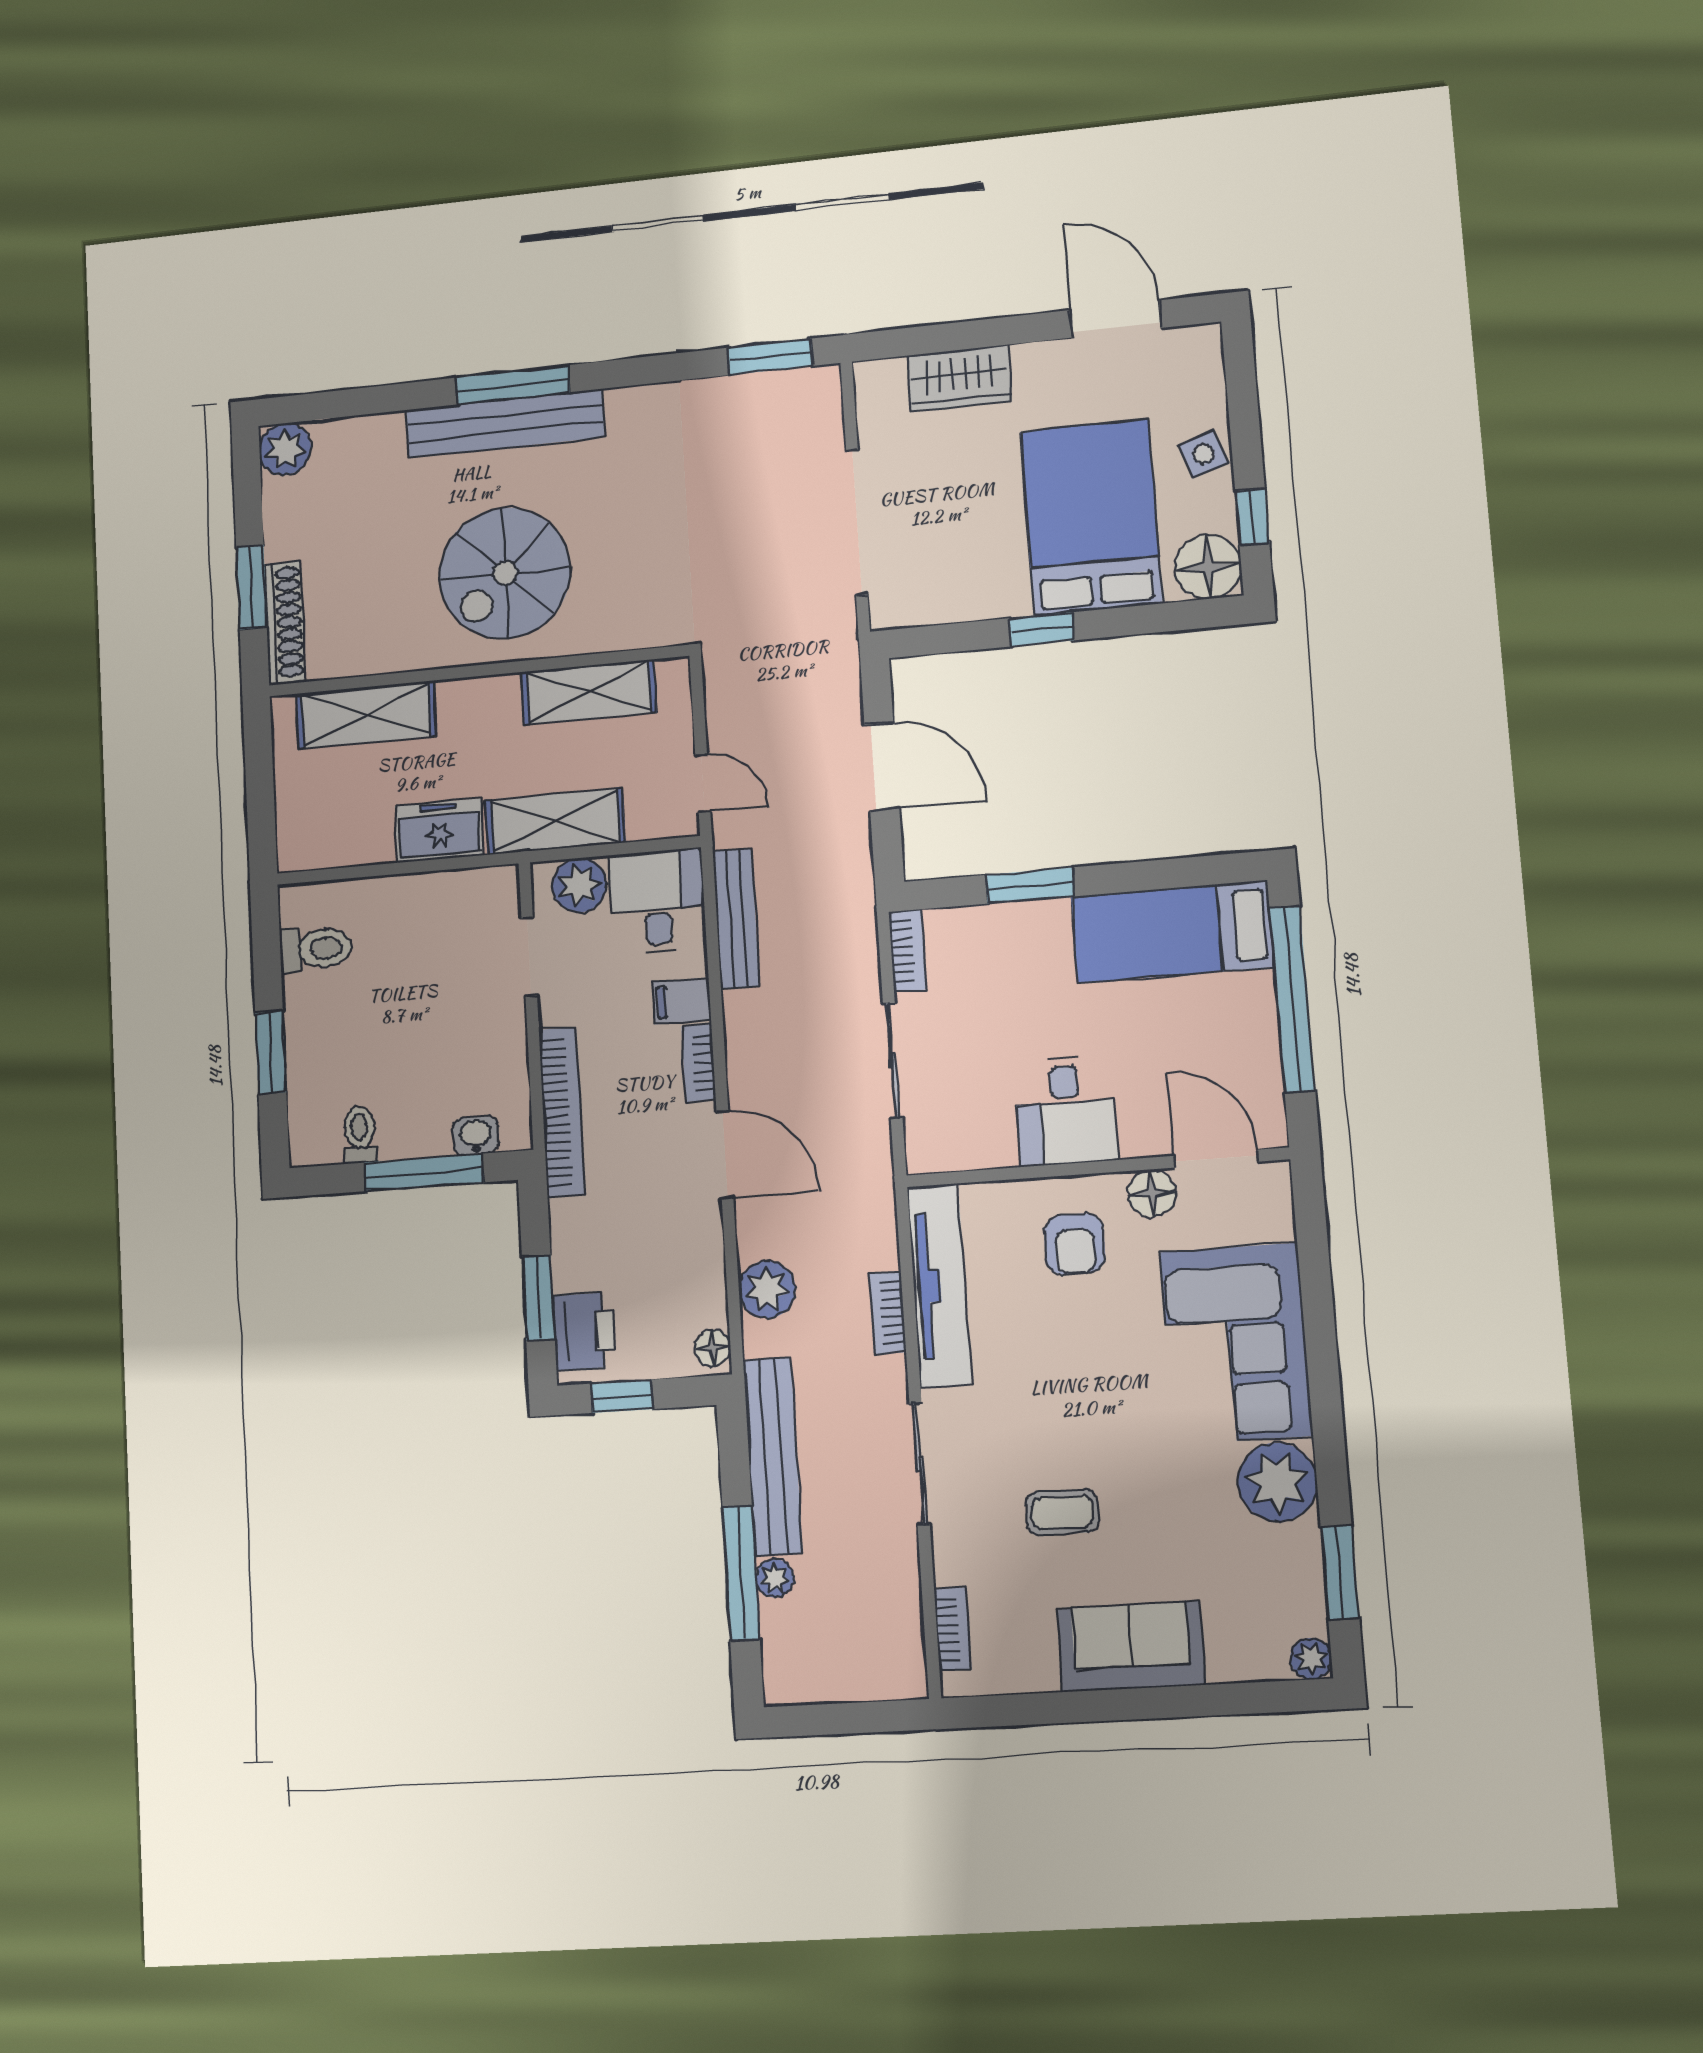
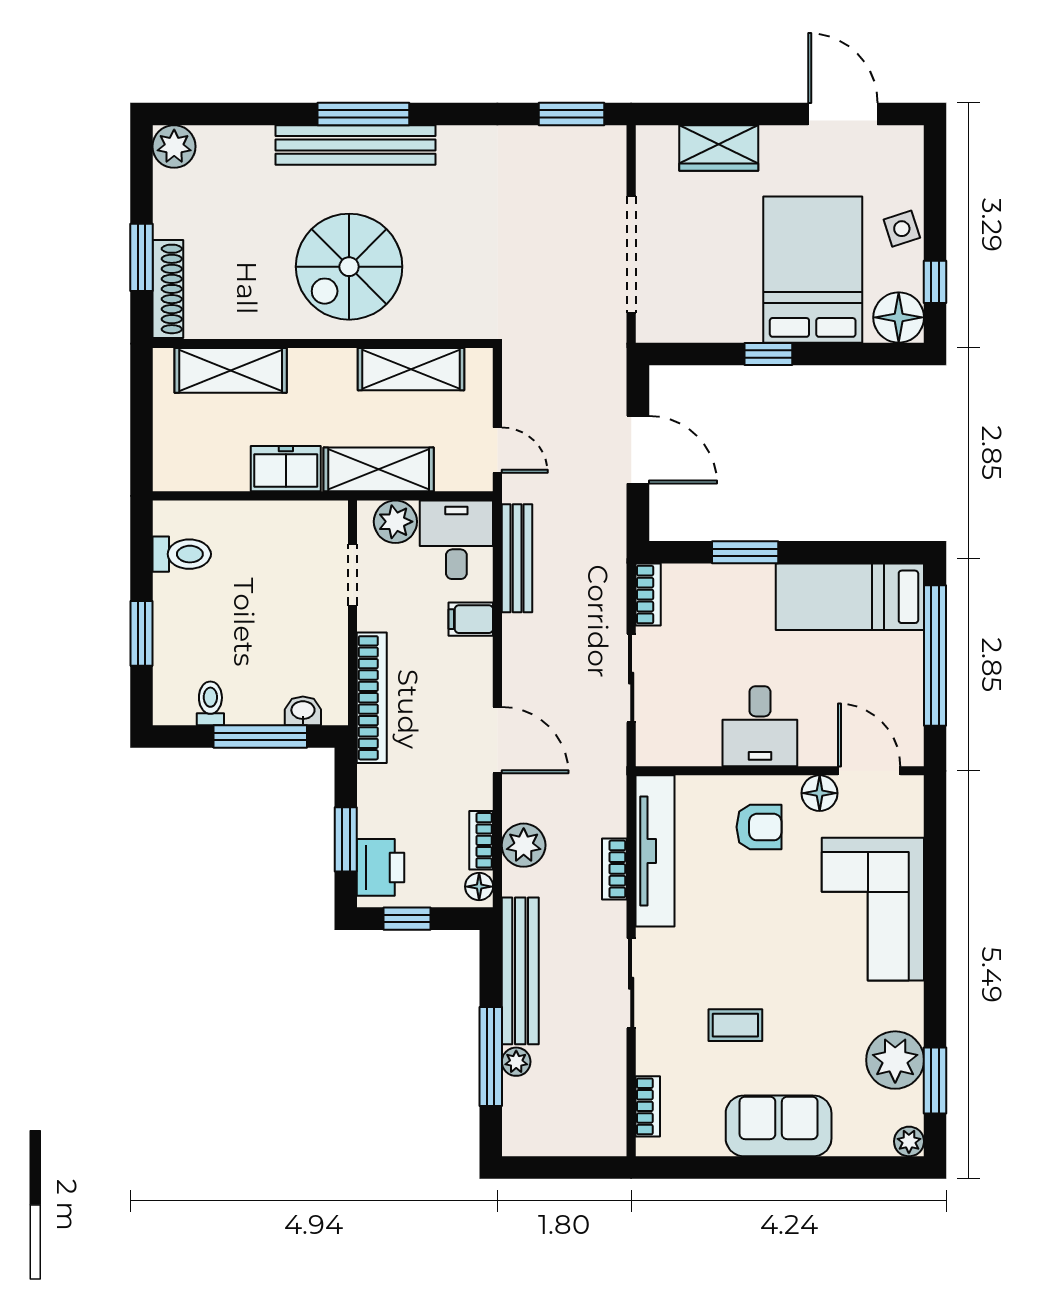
bookcase: (699, 1063) -> (481, 840), moved
armchair: (1075, 1244) -> (759, 827), turned -90
plant: (1277, 1482) -> (895, 1060), moved

